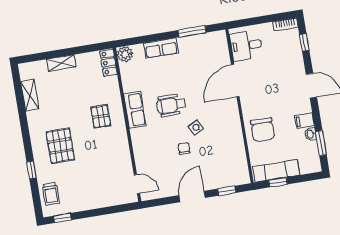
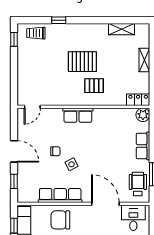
wheelchair: (171, 105) -> (138, 184), moved
row of seats: (135, 110) -> (78, 115), moved
row of seats: (234, 135) -> (60, 196), added
pallet: (60, 146) -> (82, 62), moved

